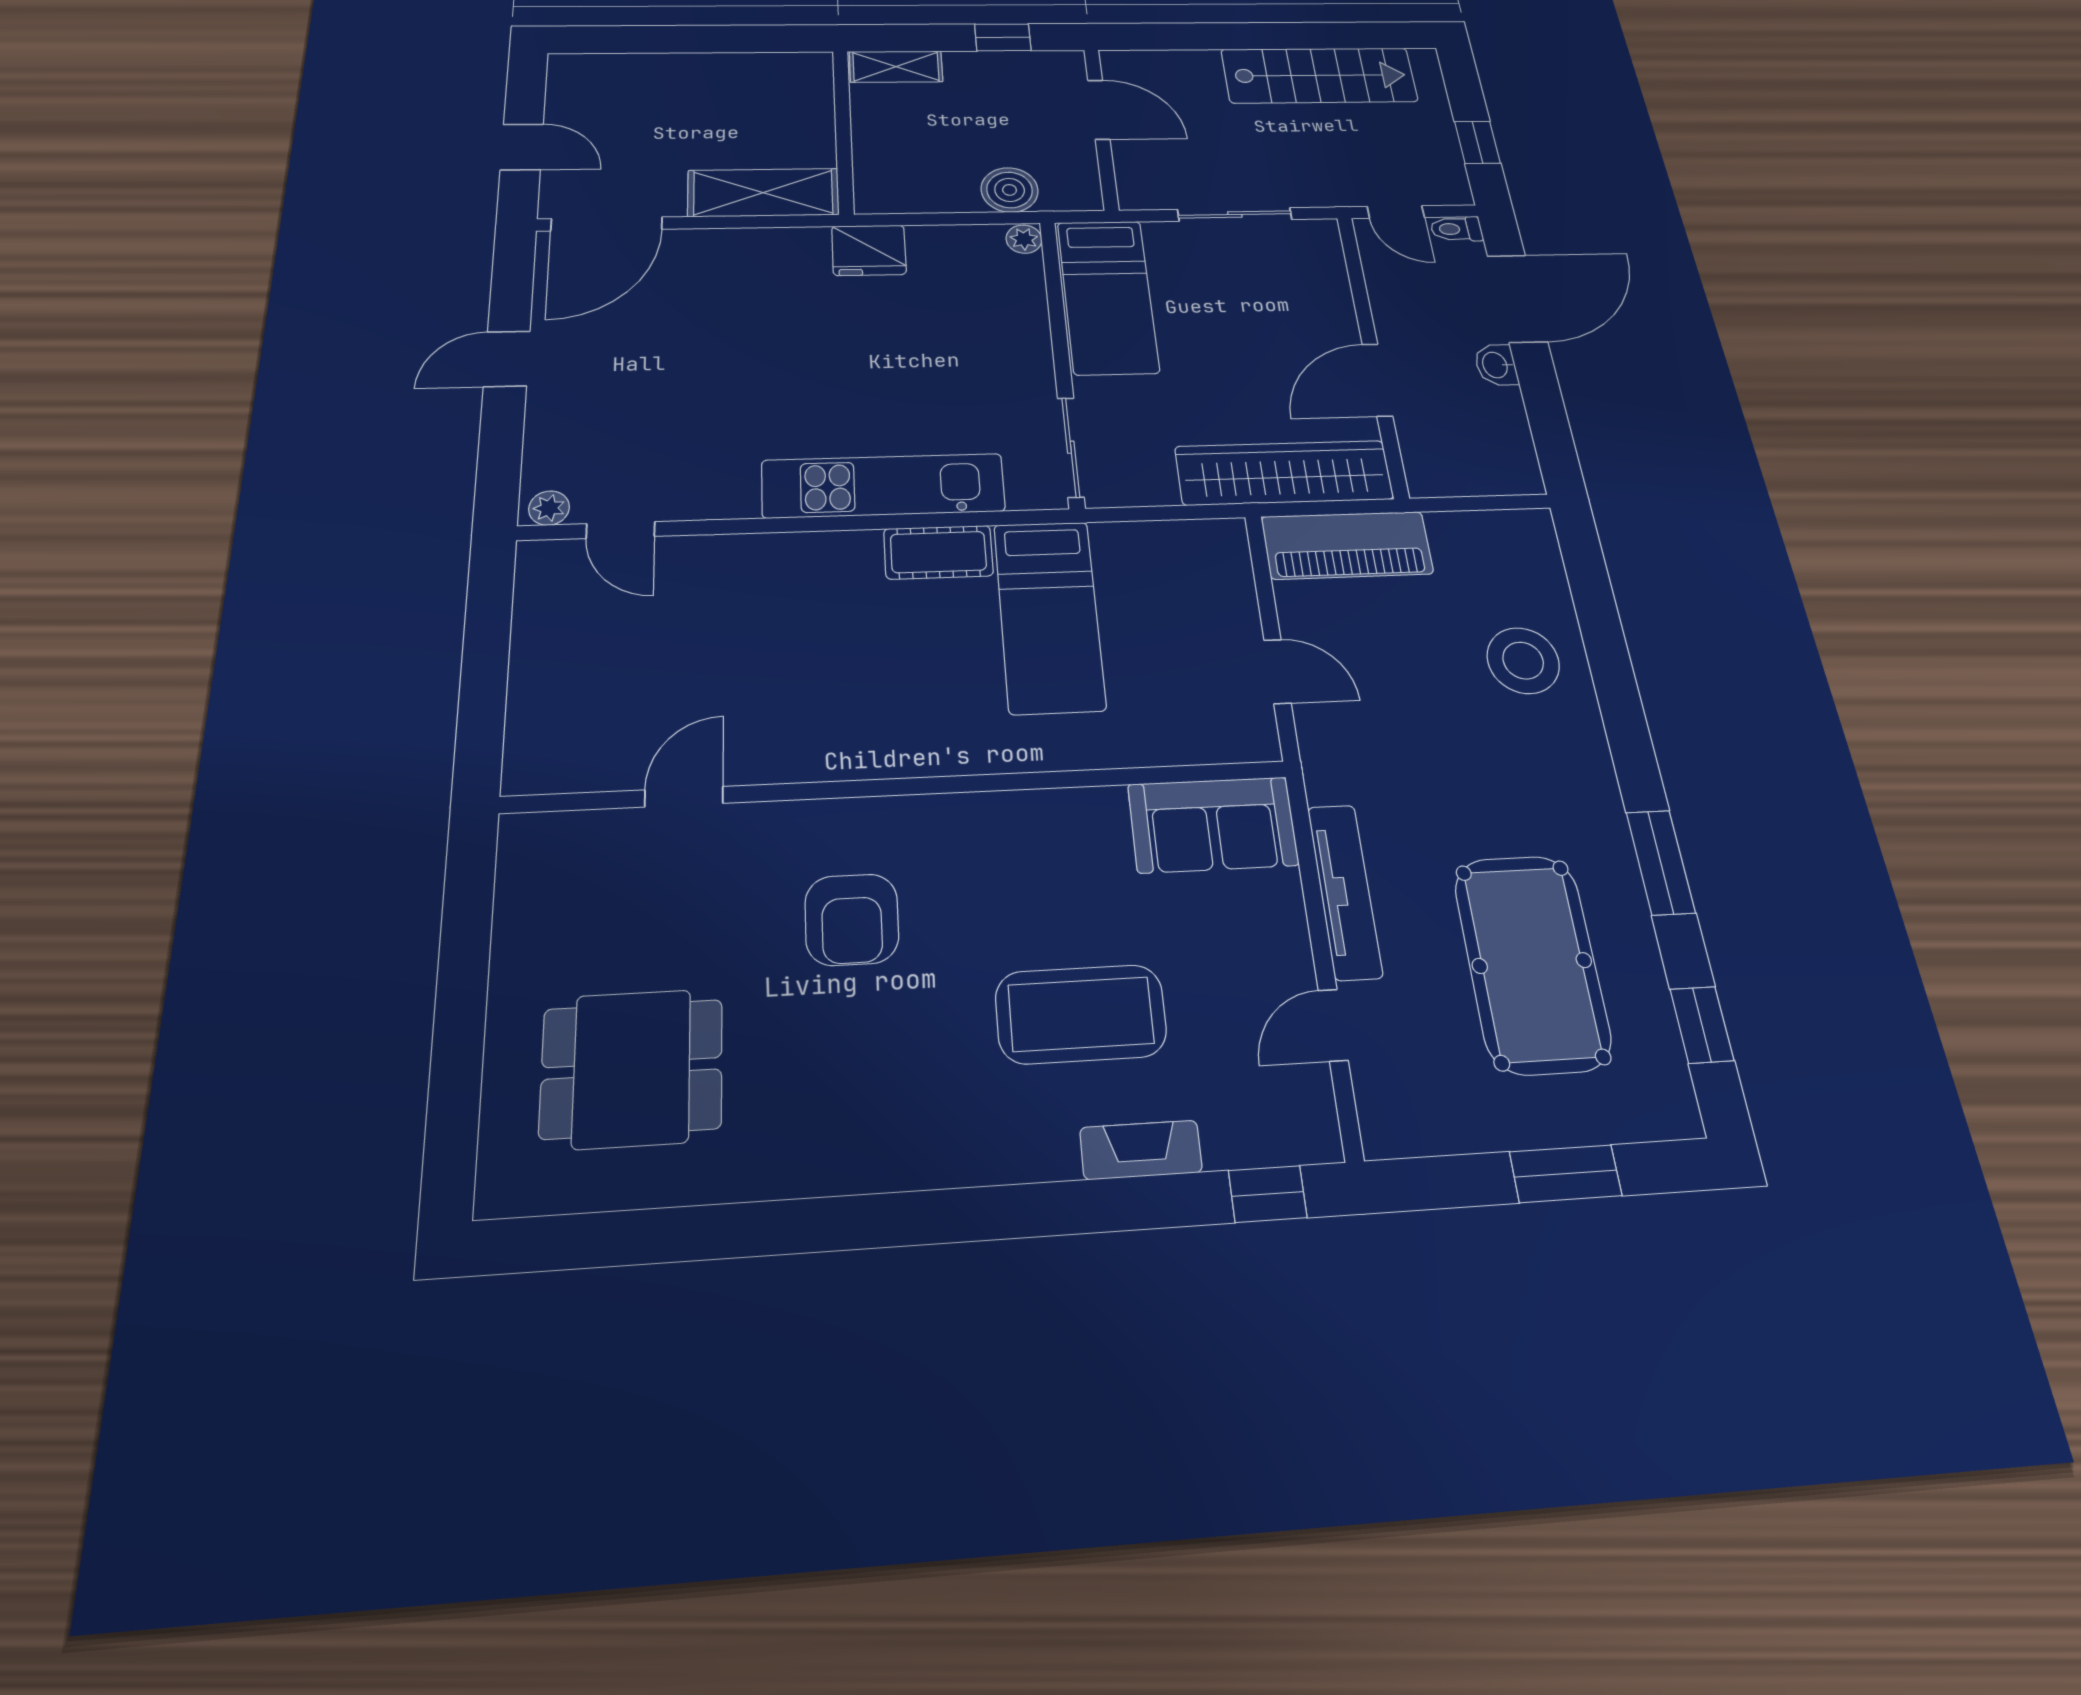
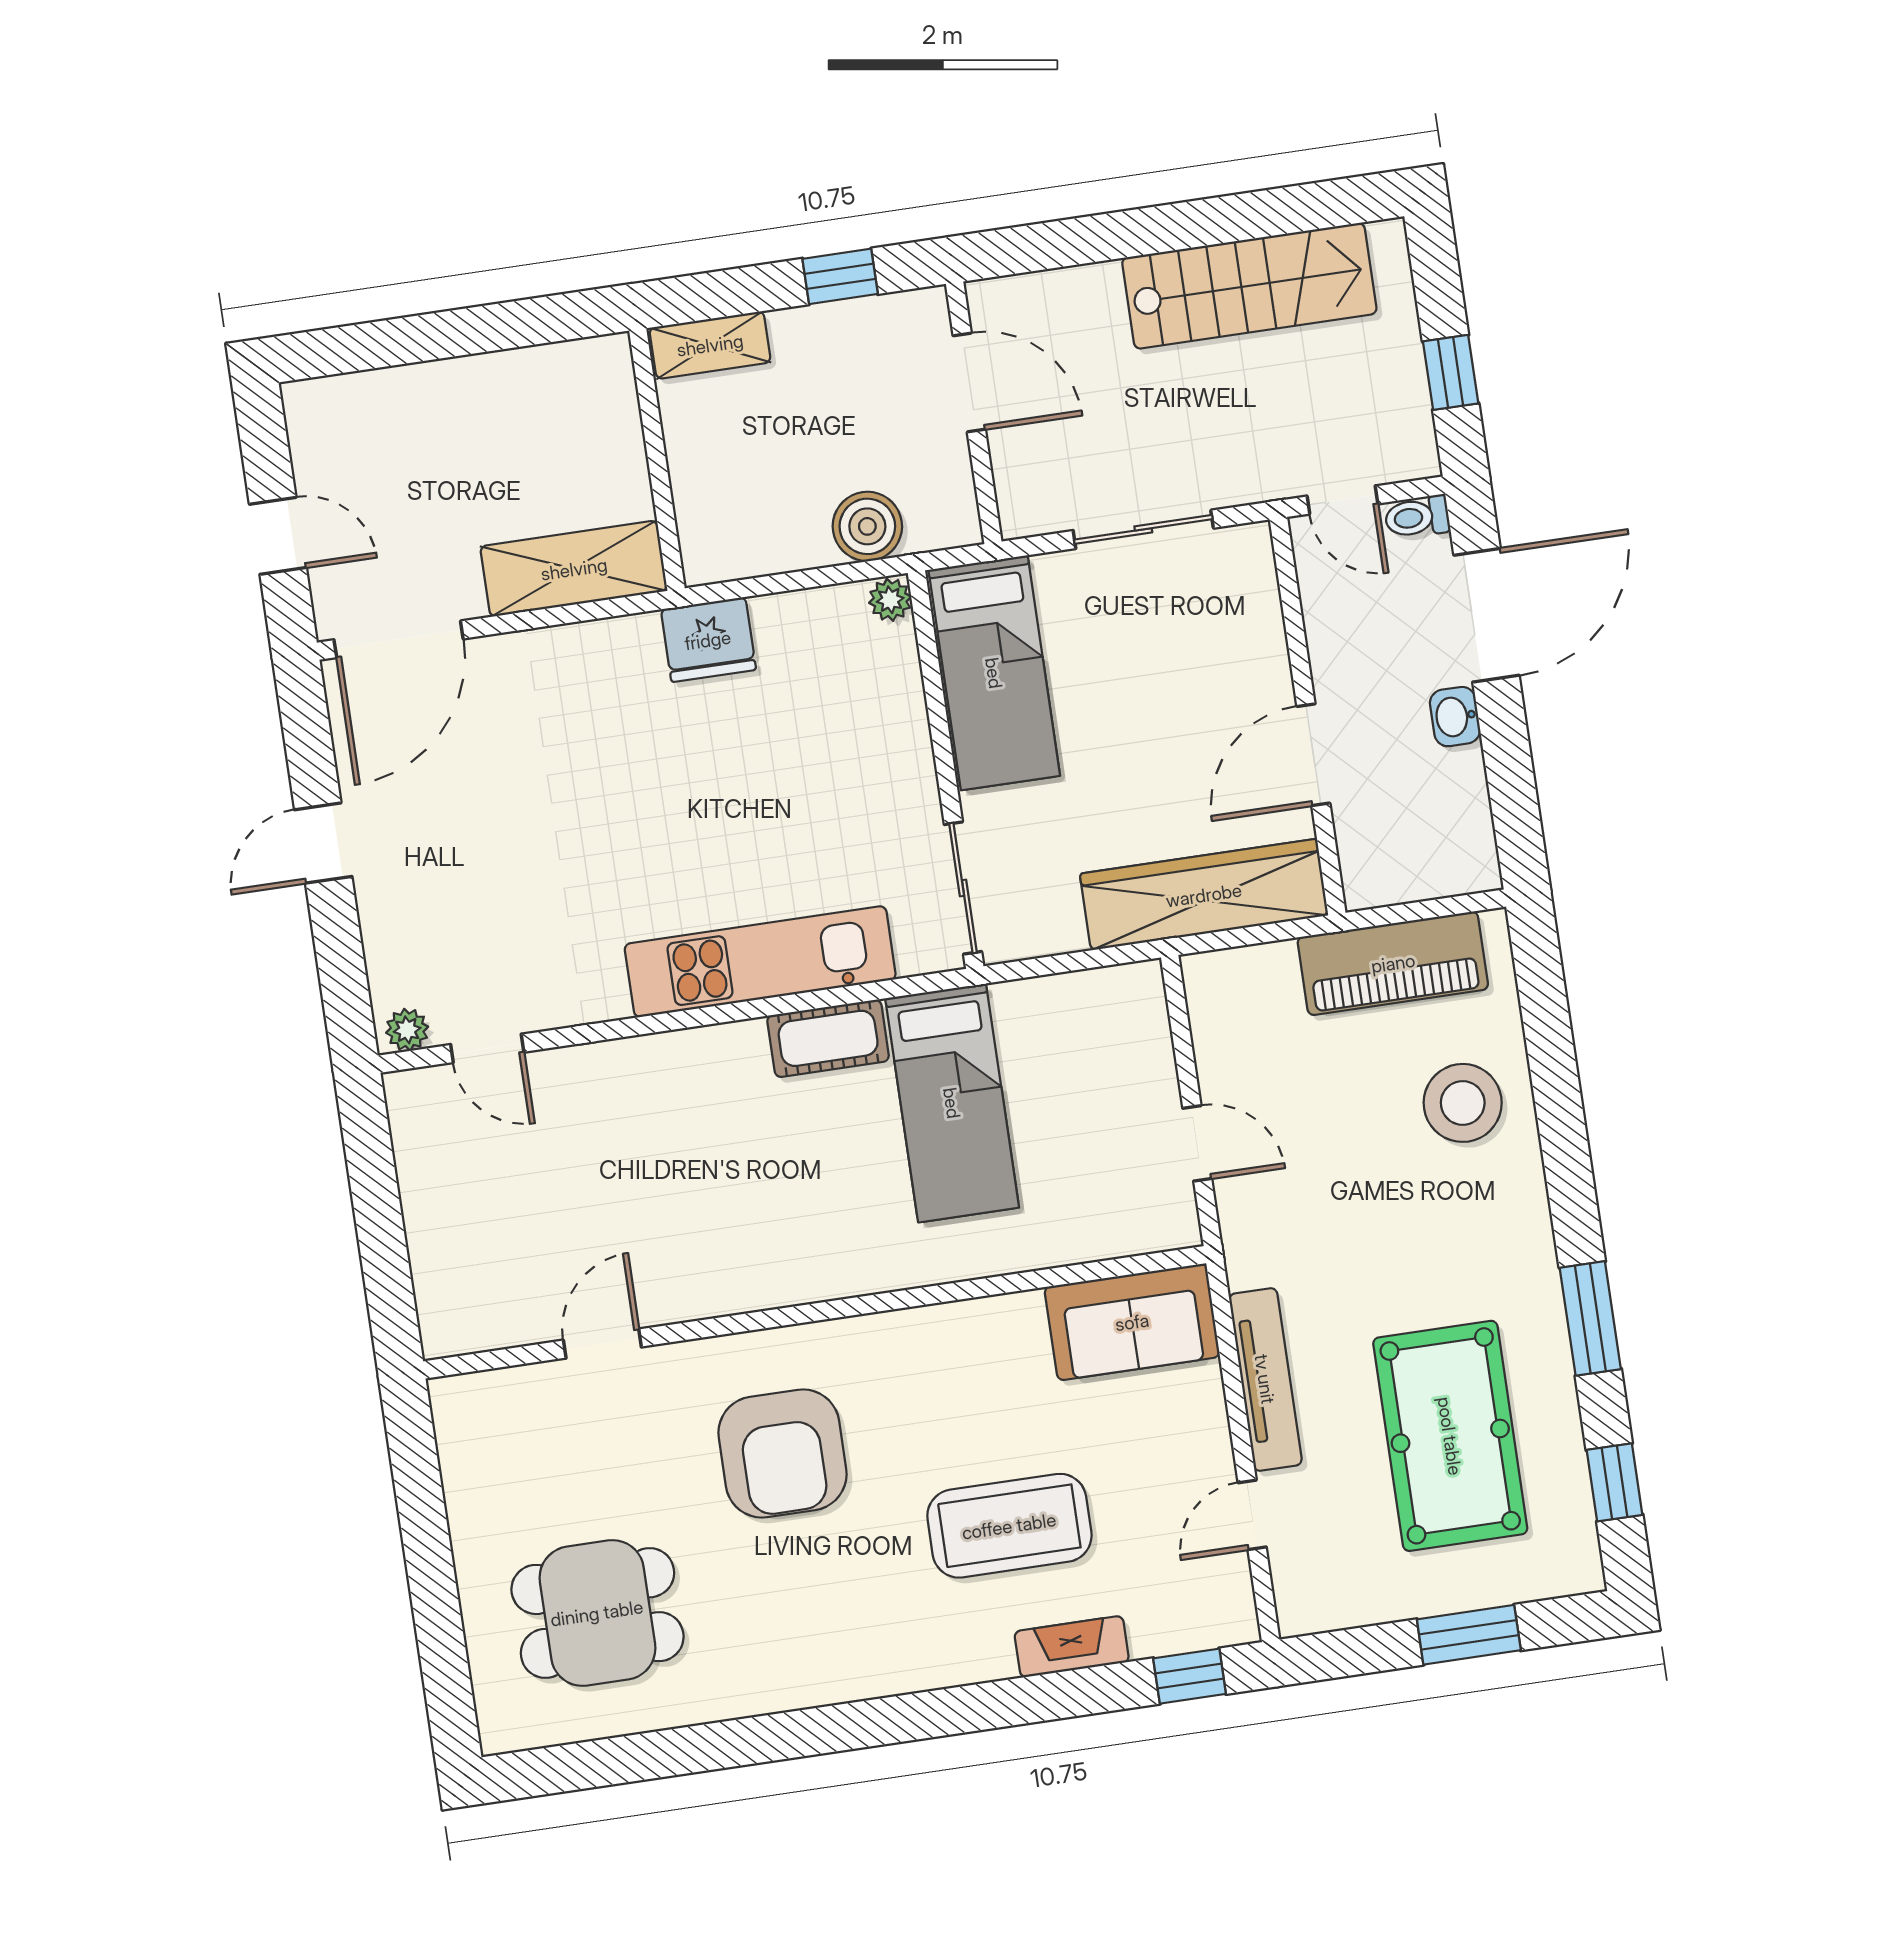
piano: (1347, 545) -> (1393, 963), moved
armchair: (852, 920) -> (782, 1453), width x1.36, depth x1.36

